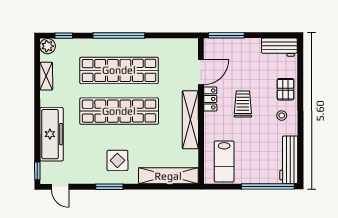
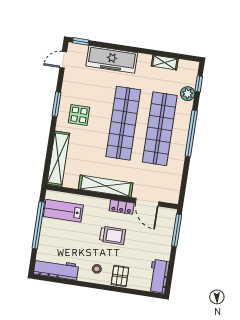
plant: (48, 46) -> (188, 94), moved
pallet: (286, 89) -> (120, 276), turned 90
window: (268, 186) -> (38, 225), moved

